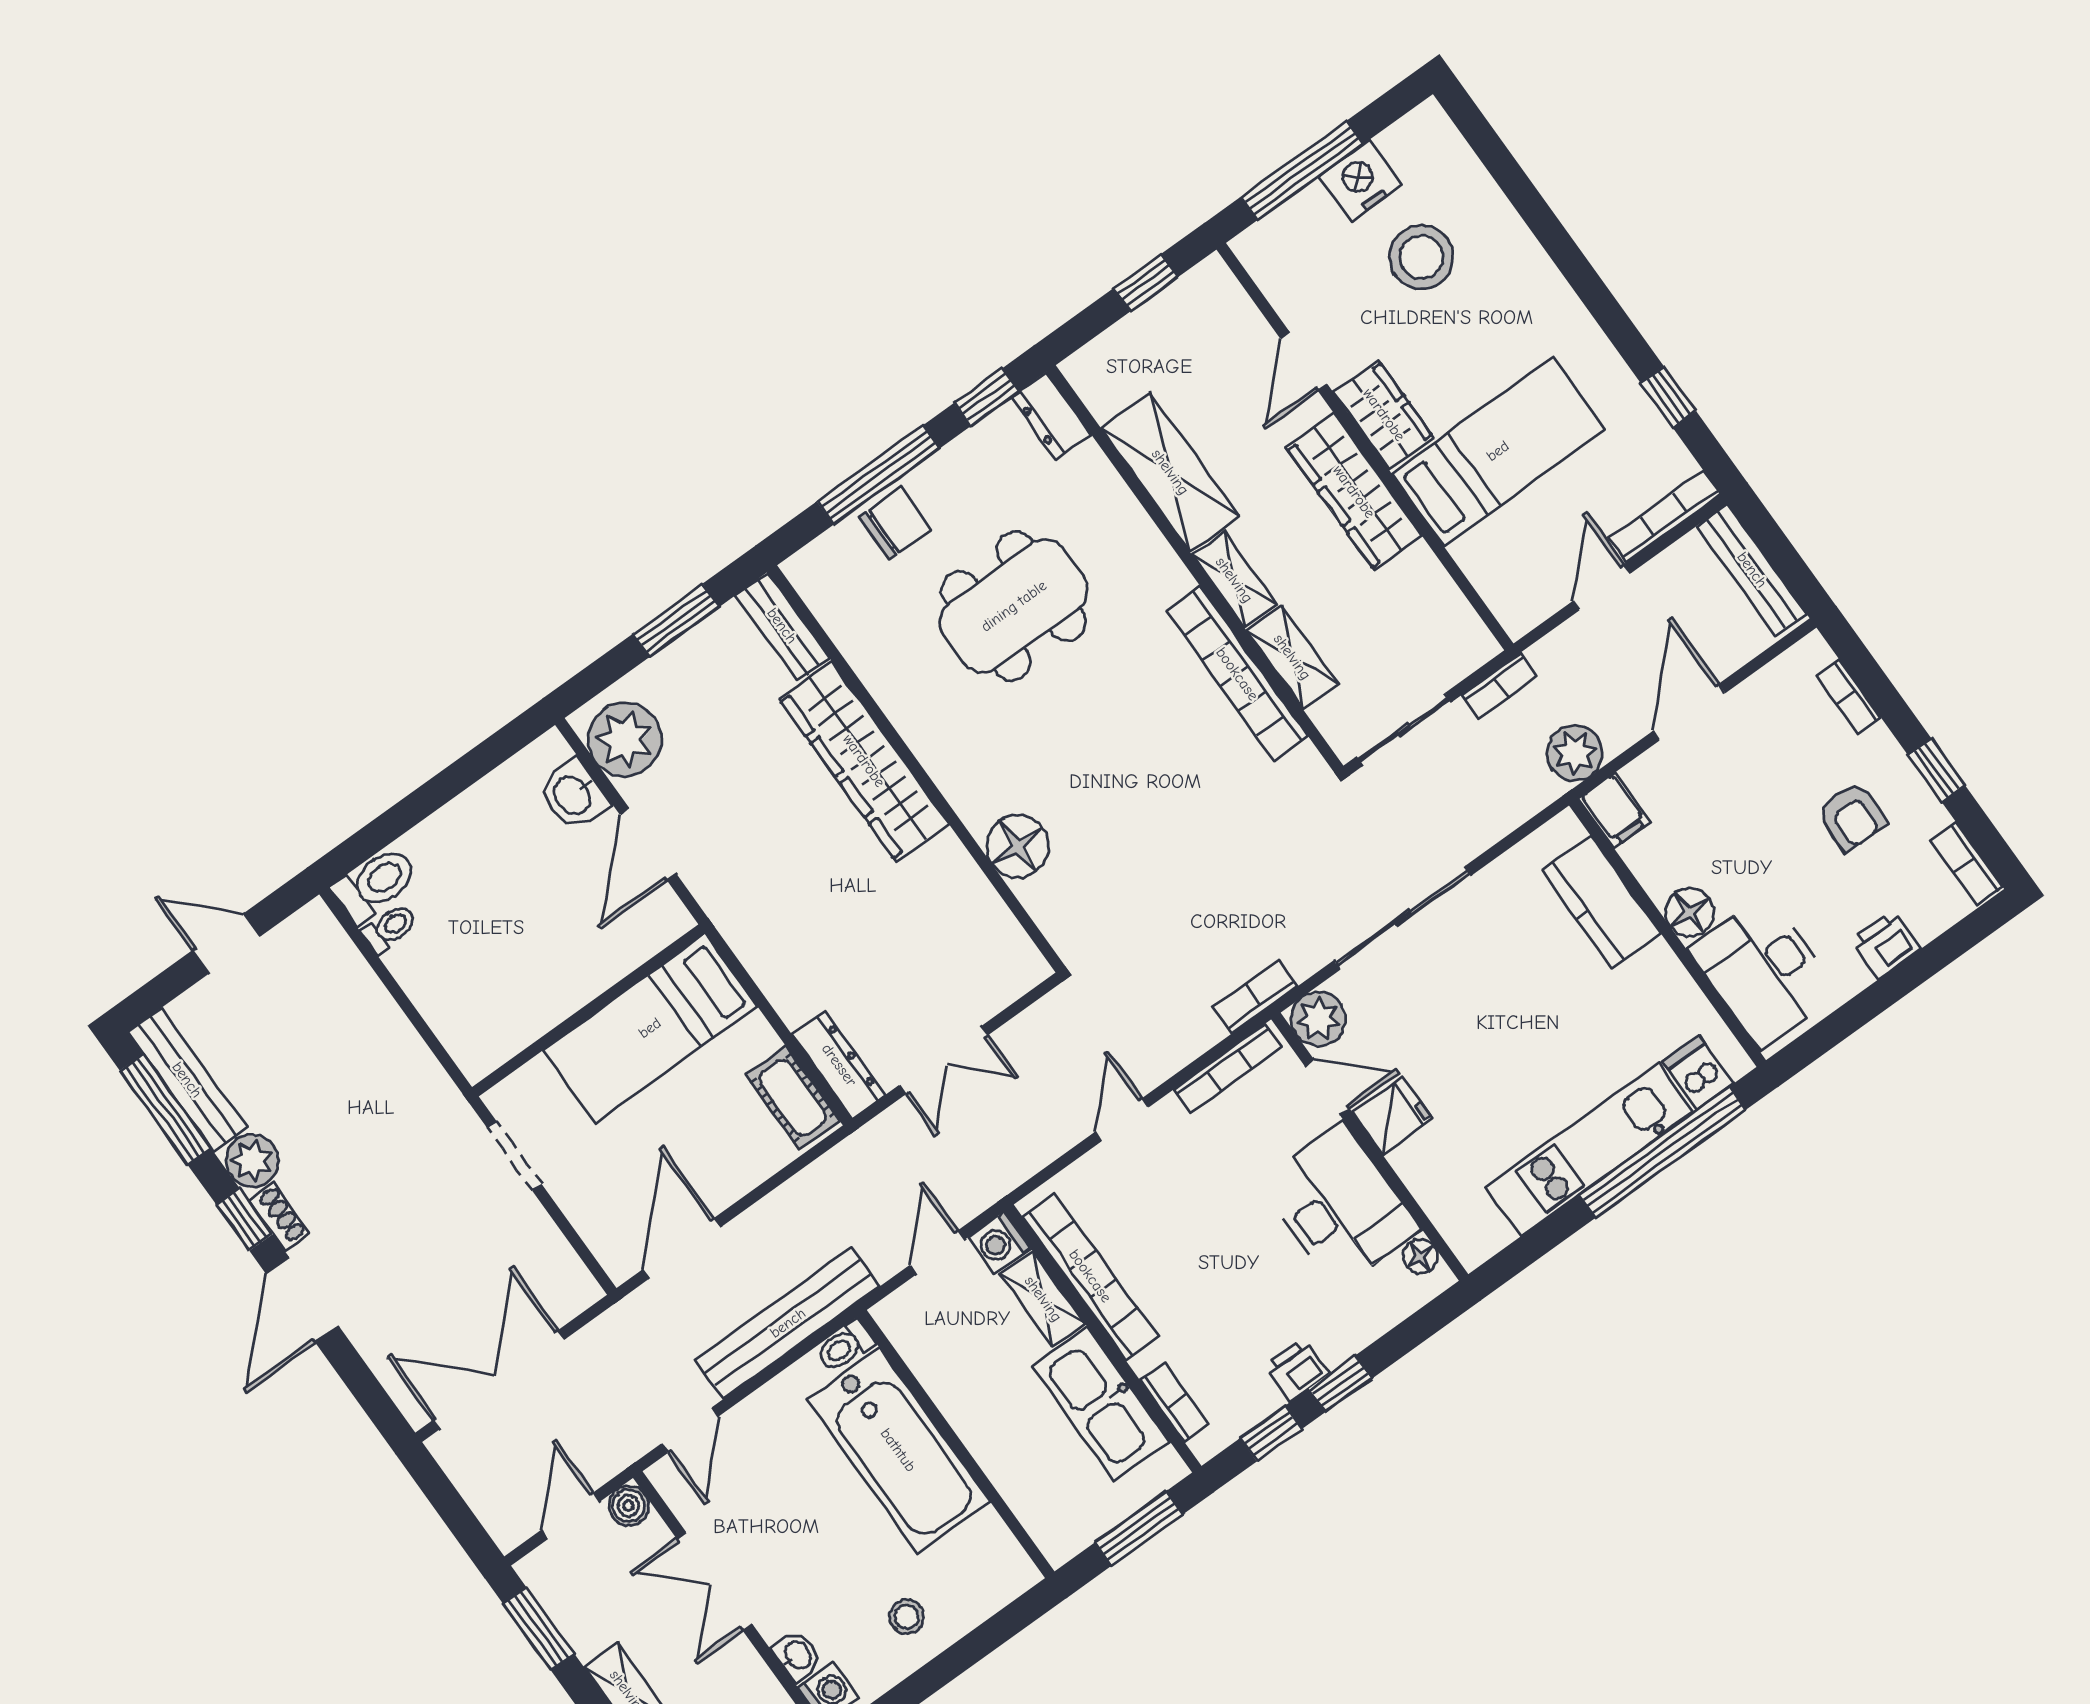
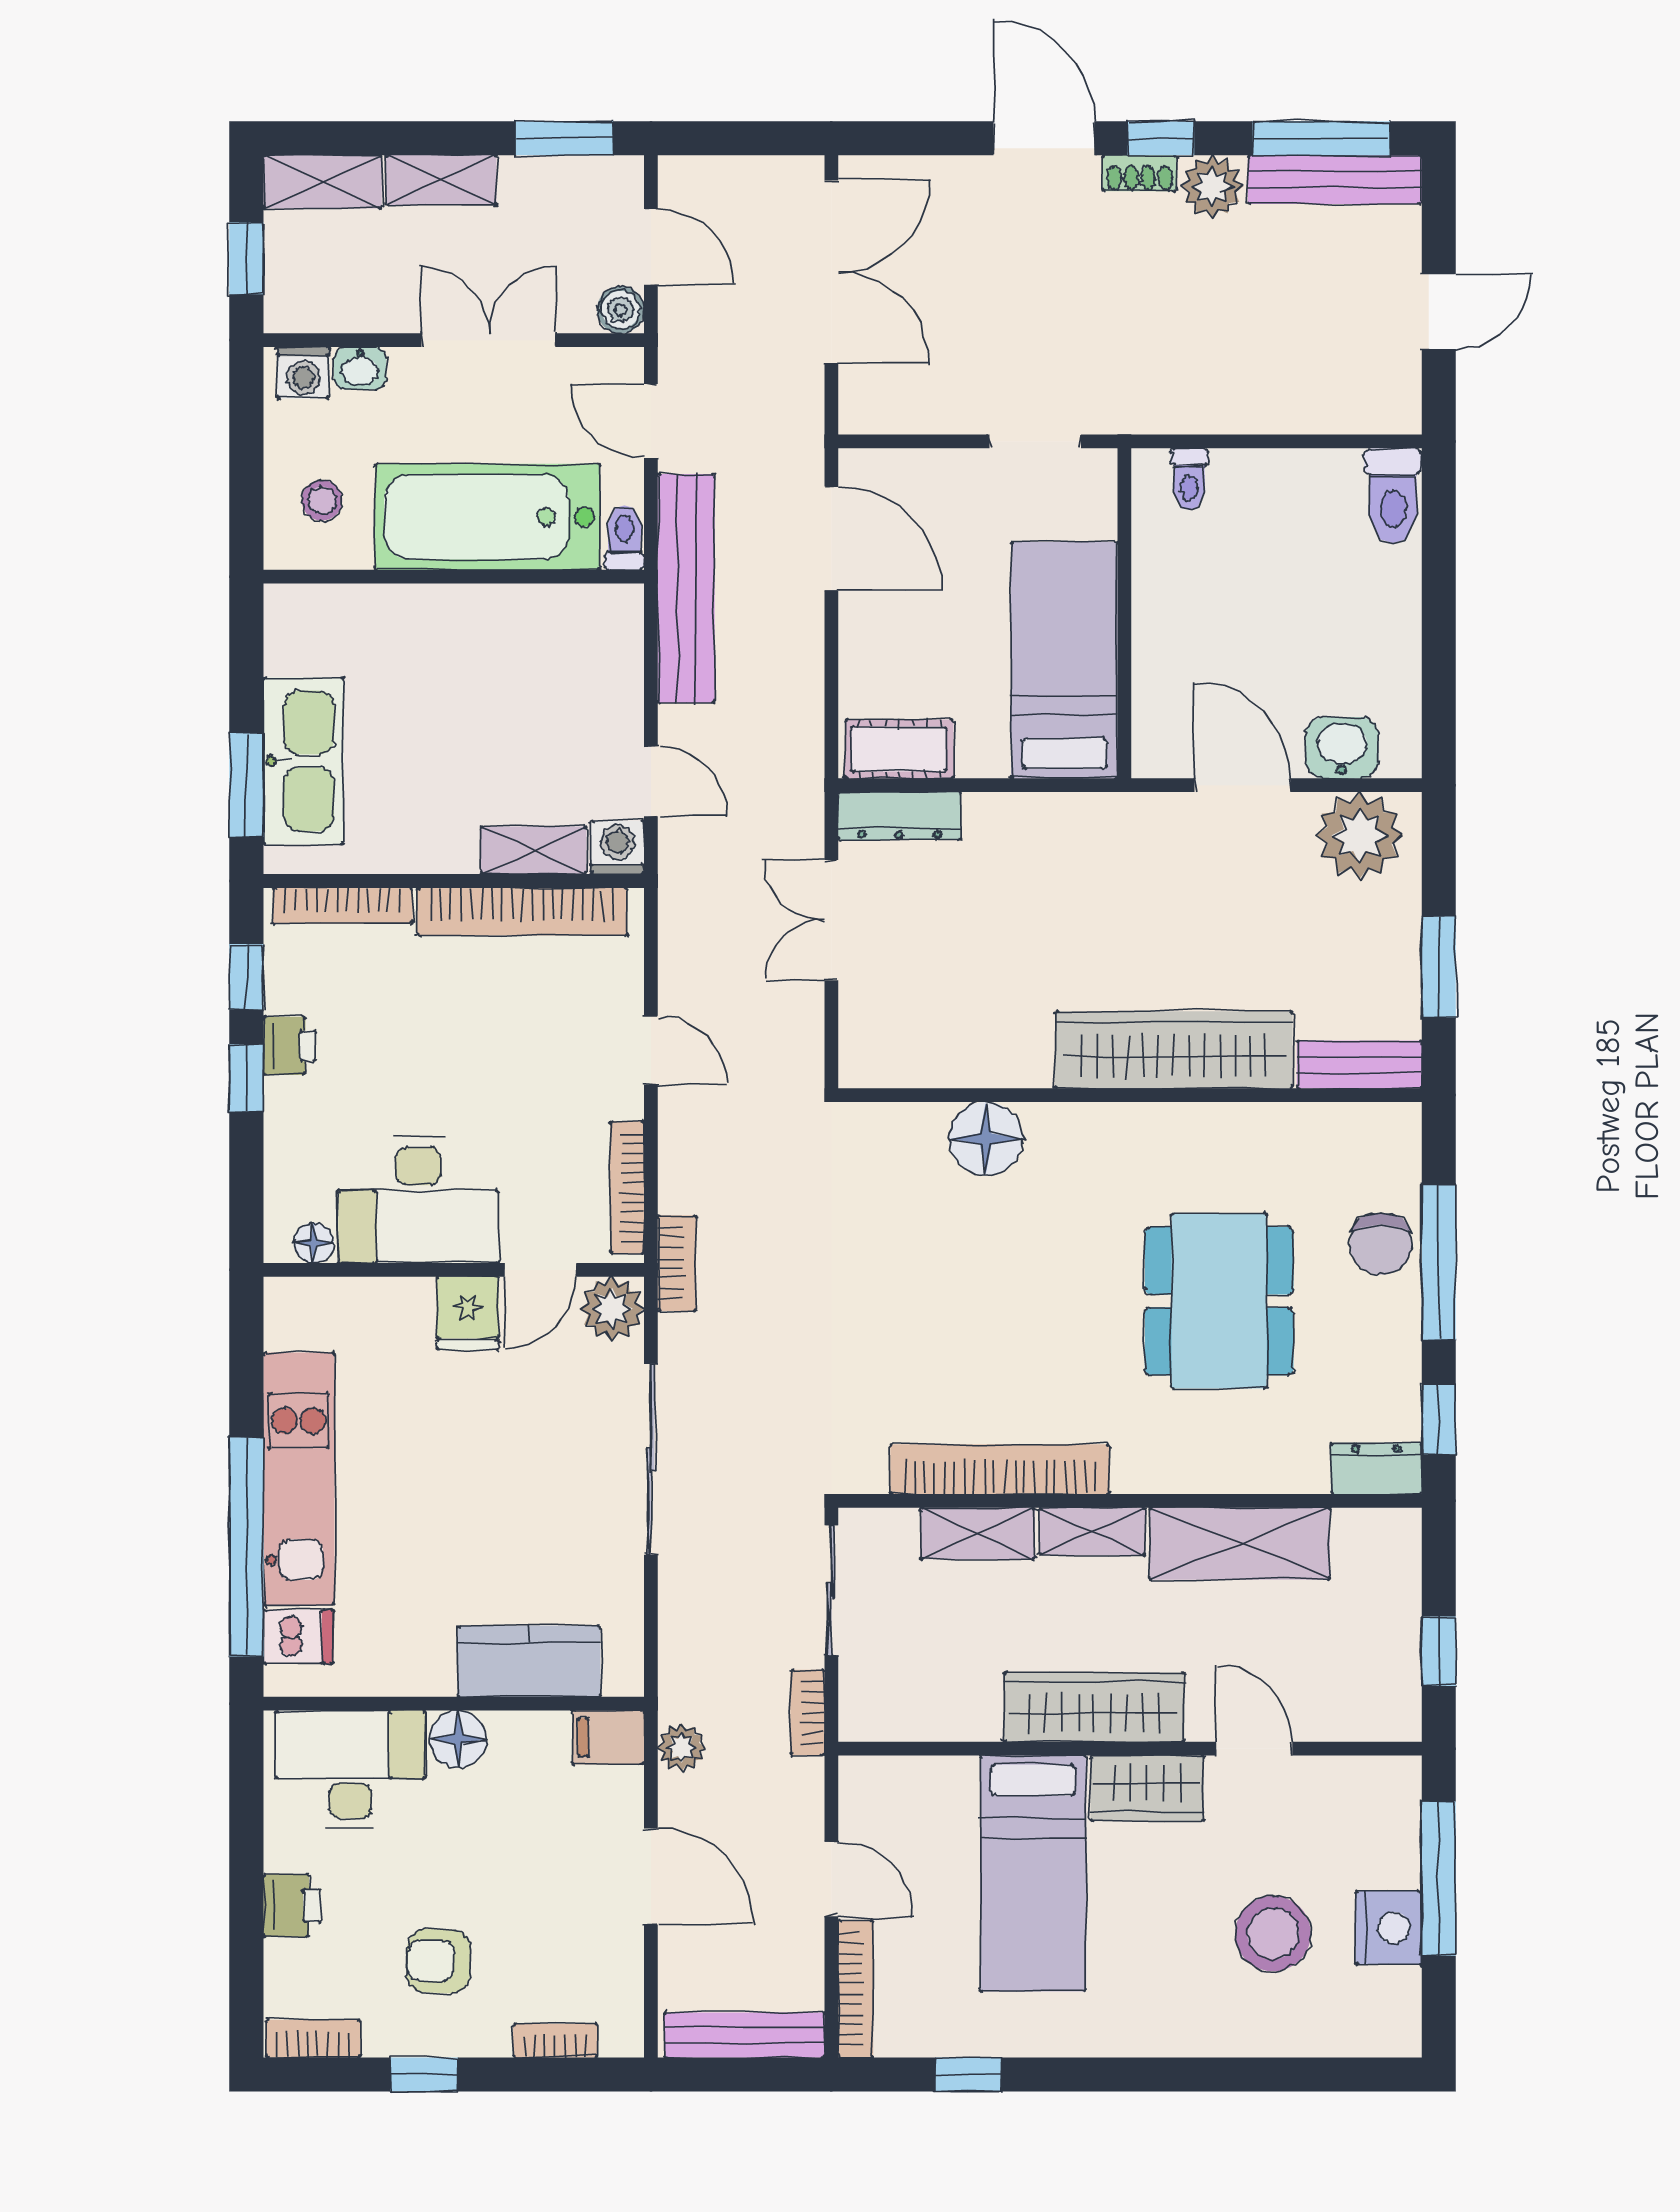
plant: (1575, 753) -> (682, 1748), width x0.73, depth x0.73
toilet: (390, 928) -> (1189, 479), moved
toilet: (845, 1346) -> (624, 538), moved
bookcase: (1175, 1403) -> (343, 906), width x1.56
kitchen sink: (1101, 1404) -> (303, 761), moved, turned 90
wall: (956, 1444) -> (454, 577), moved
bathtub: (898, 1450) -> (488, 517), moved

